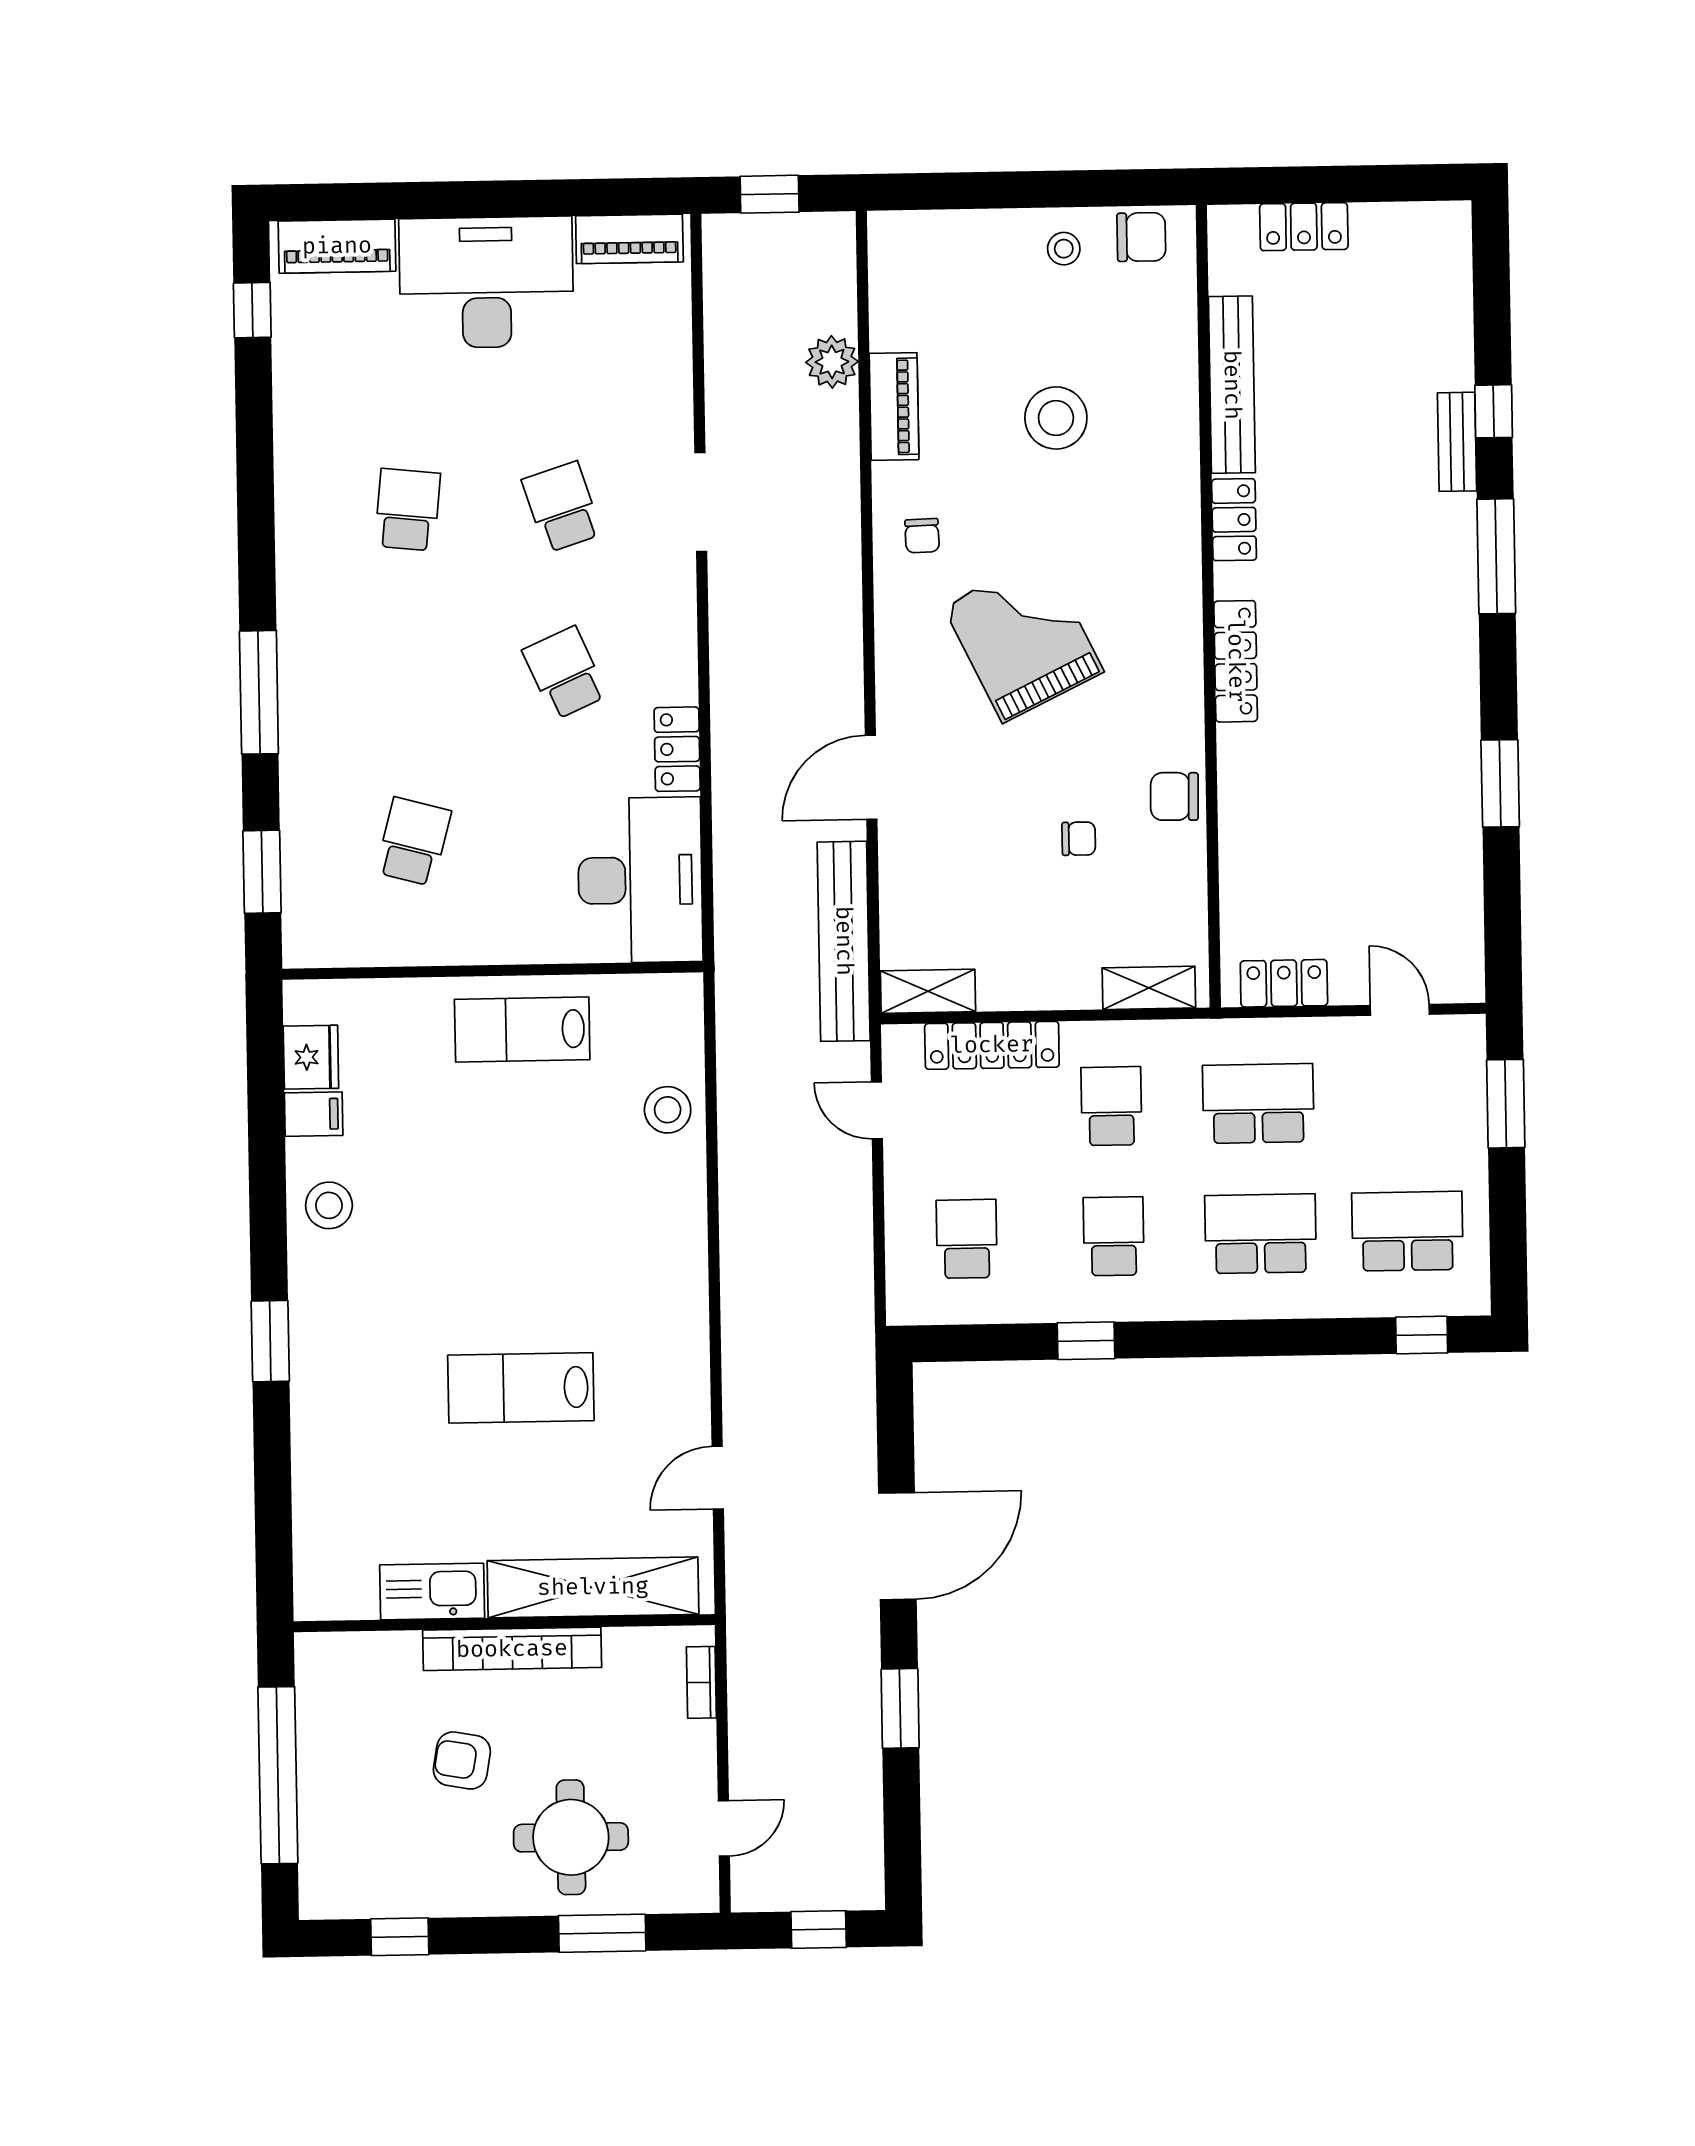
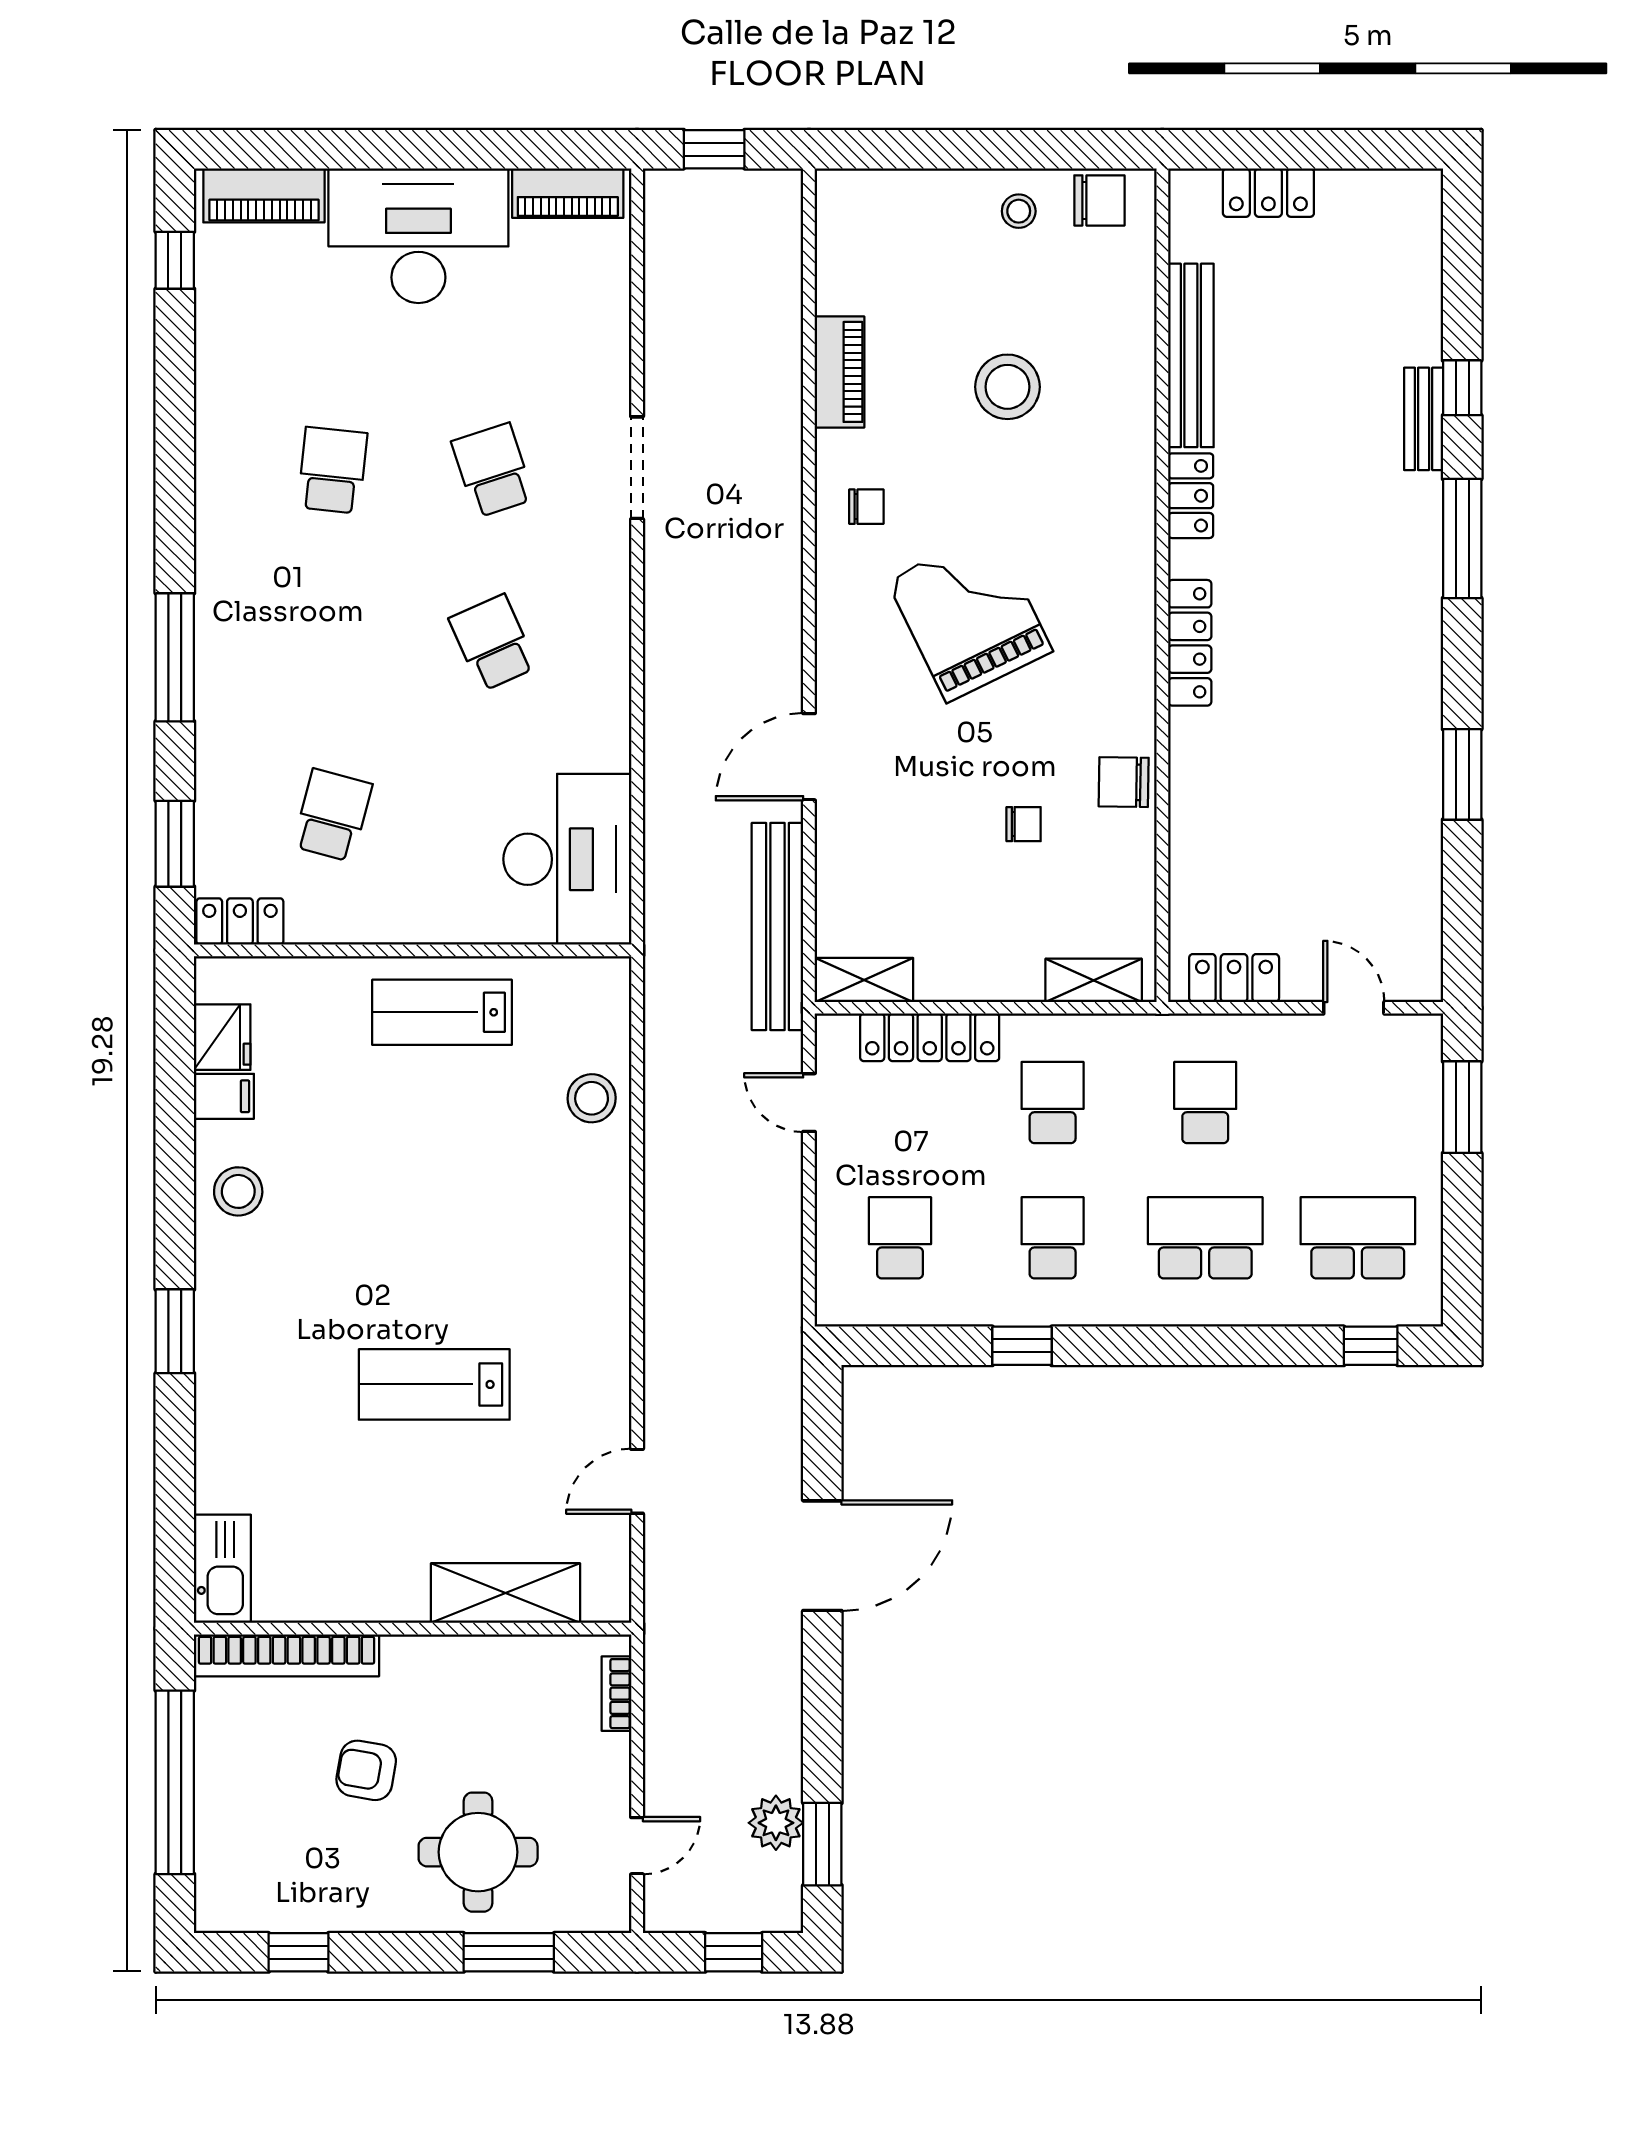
plant: (832, 362) -> (776, 1823), moved
chair: (922, 536) -> (866, 507), turned -88
locker: (677, 749) -> (240, 921), moved, turned 90
school desk: (1258, 1104) -> (1205, 1102), width x0.54
shelving: (593, 1587) -> (506, 1593), width x0.68
kitchen sink: (432, 1592) -> (222, 1569), moved, turned 90
bookcase: (512, 1649) -> (286, 1655), moved
window: (900, 1708) -> (822, 1844), moved

